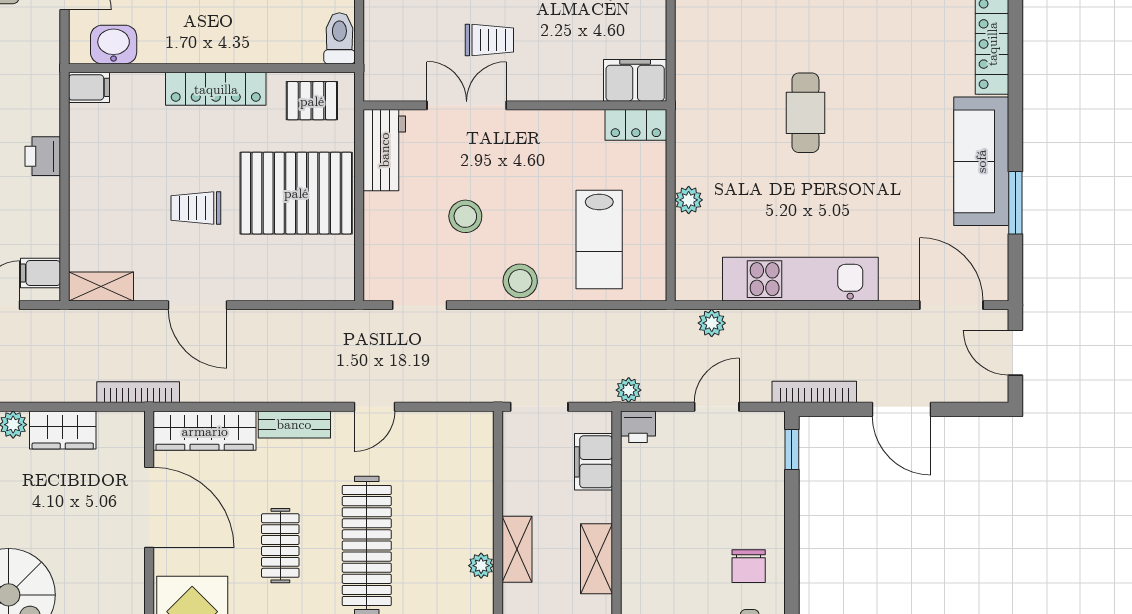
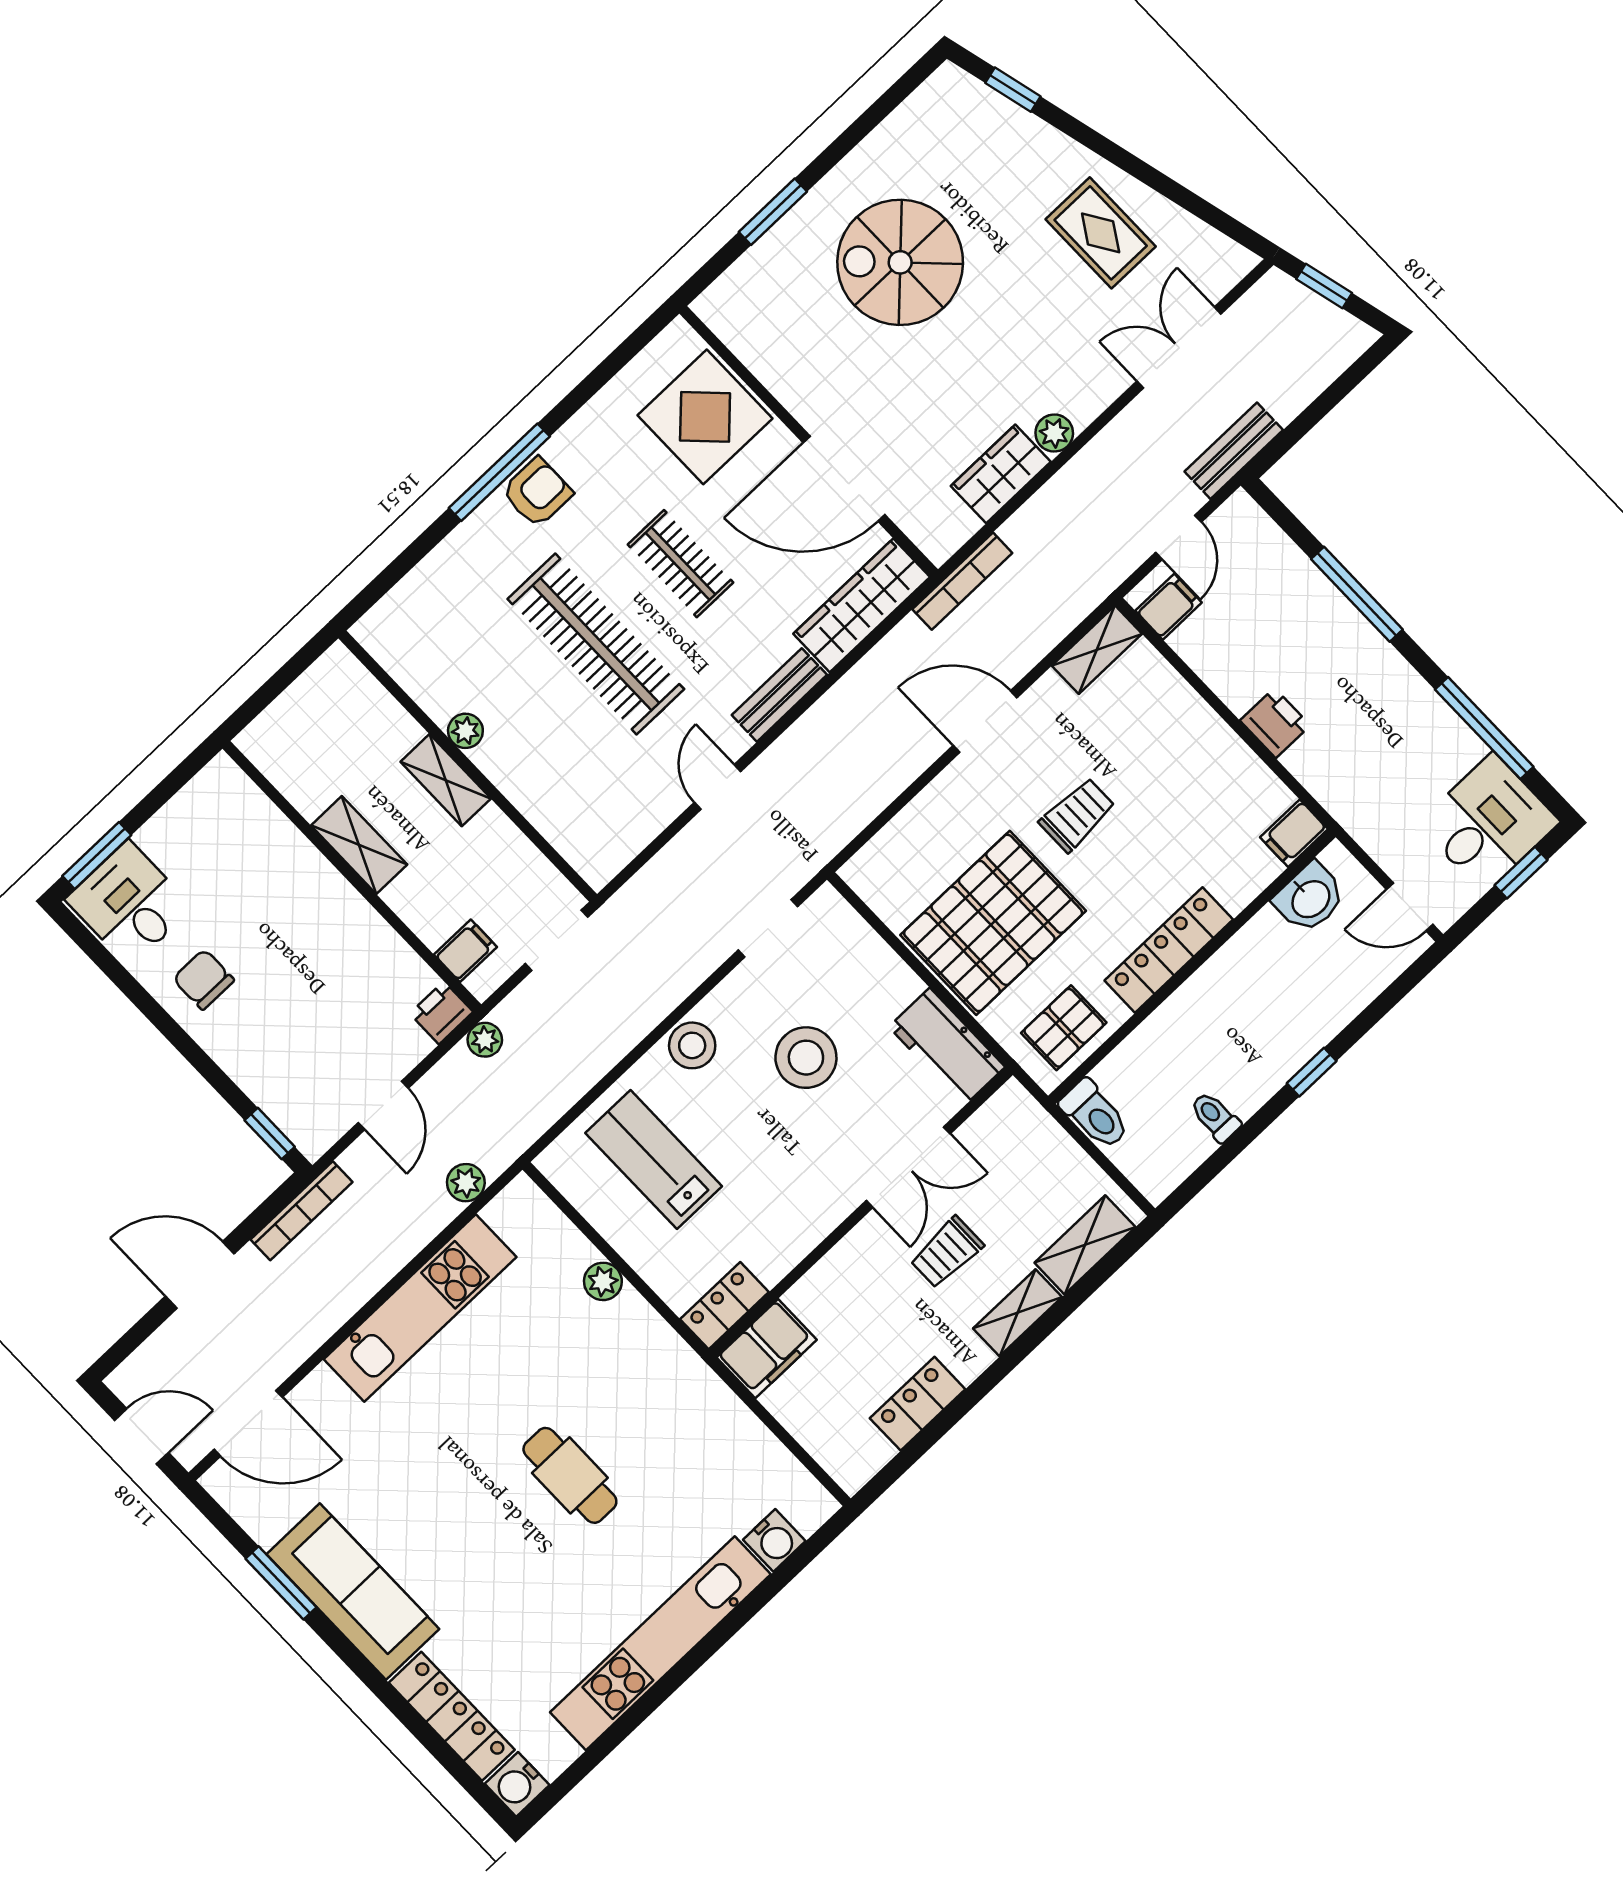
stool: (465, 216) -> (806, 1058), width x1.38, depth x1.38
filing cabinet: (594, 462) -> (465, 951), width x0.50

